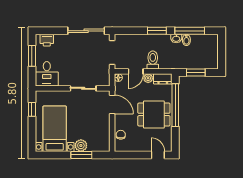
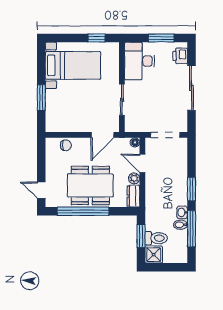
sliding door: (86, 31) -> (191, 88), moved
toilet: (153, 60) -> (156, 238), moved
shower: (211, 62) -> (154, 255), added
desk: (47, 74) -> (139, 61), width x1.37
window: (175, 105) -> (83, 211), moved
dining table: (154, 114) -> (90, 185), width x1.38
plant: (81, 145) -> (53, 97), removed
door: (158, 155) -> (41, 190), swing flipped

